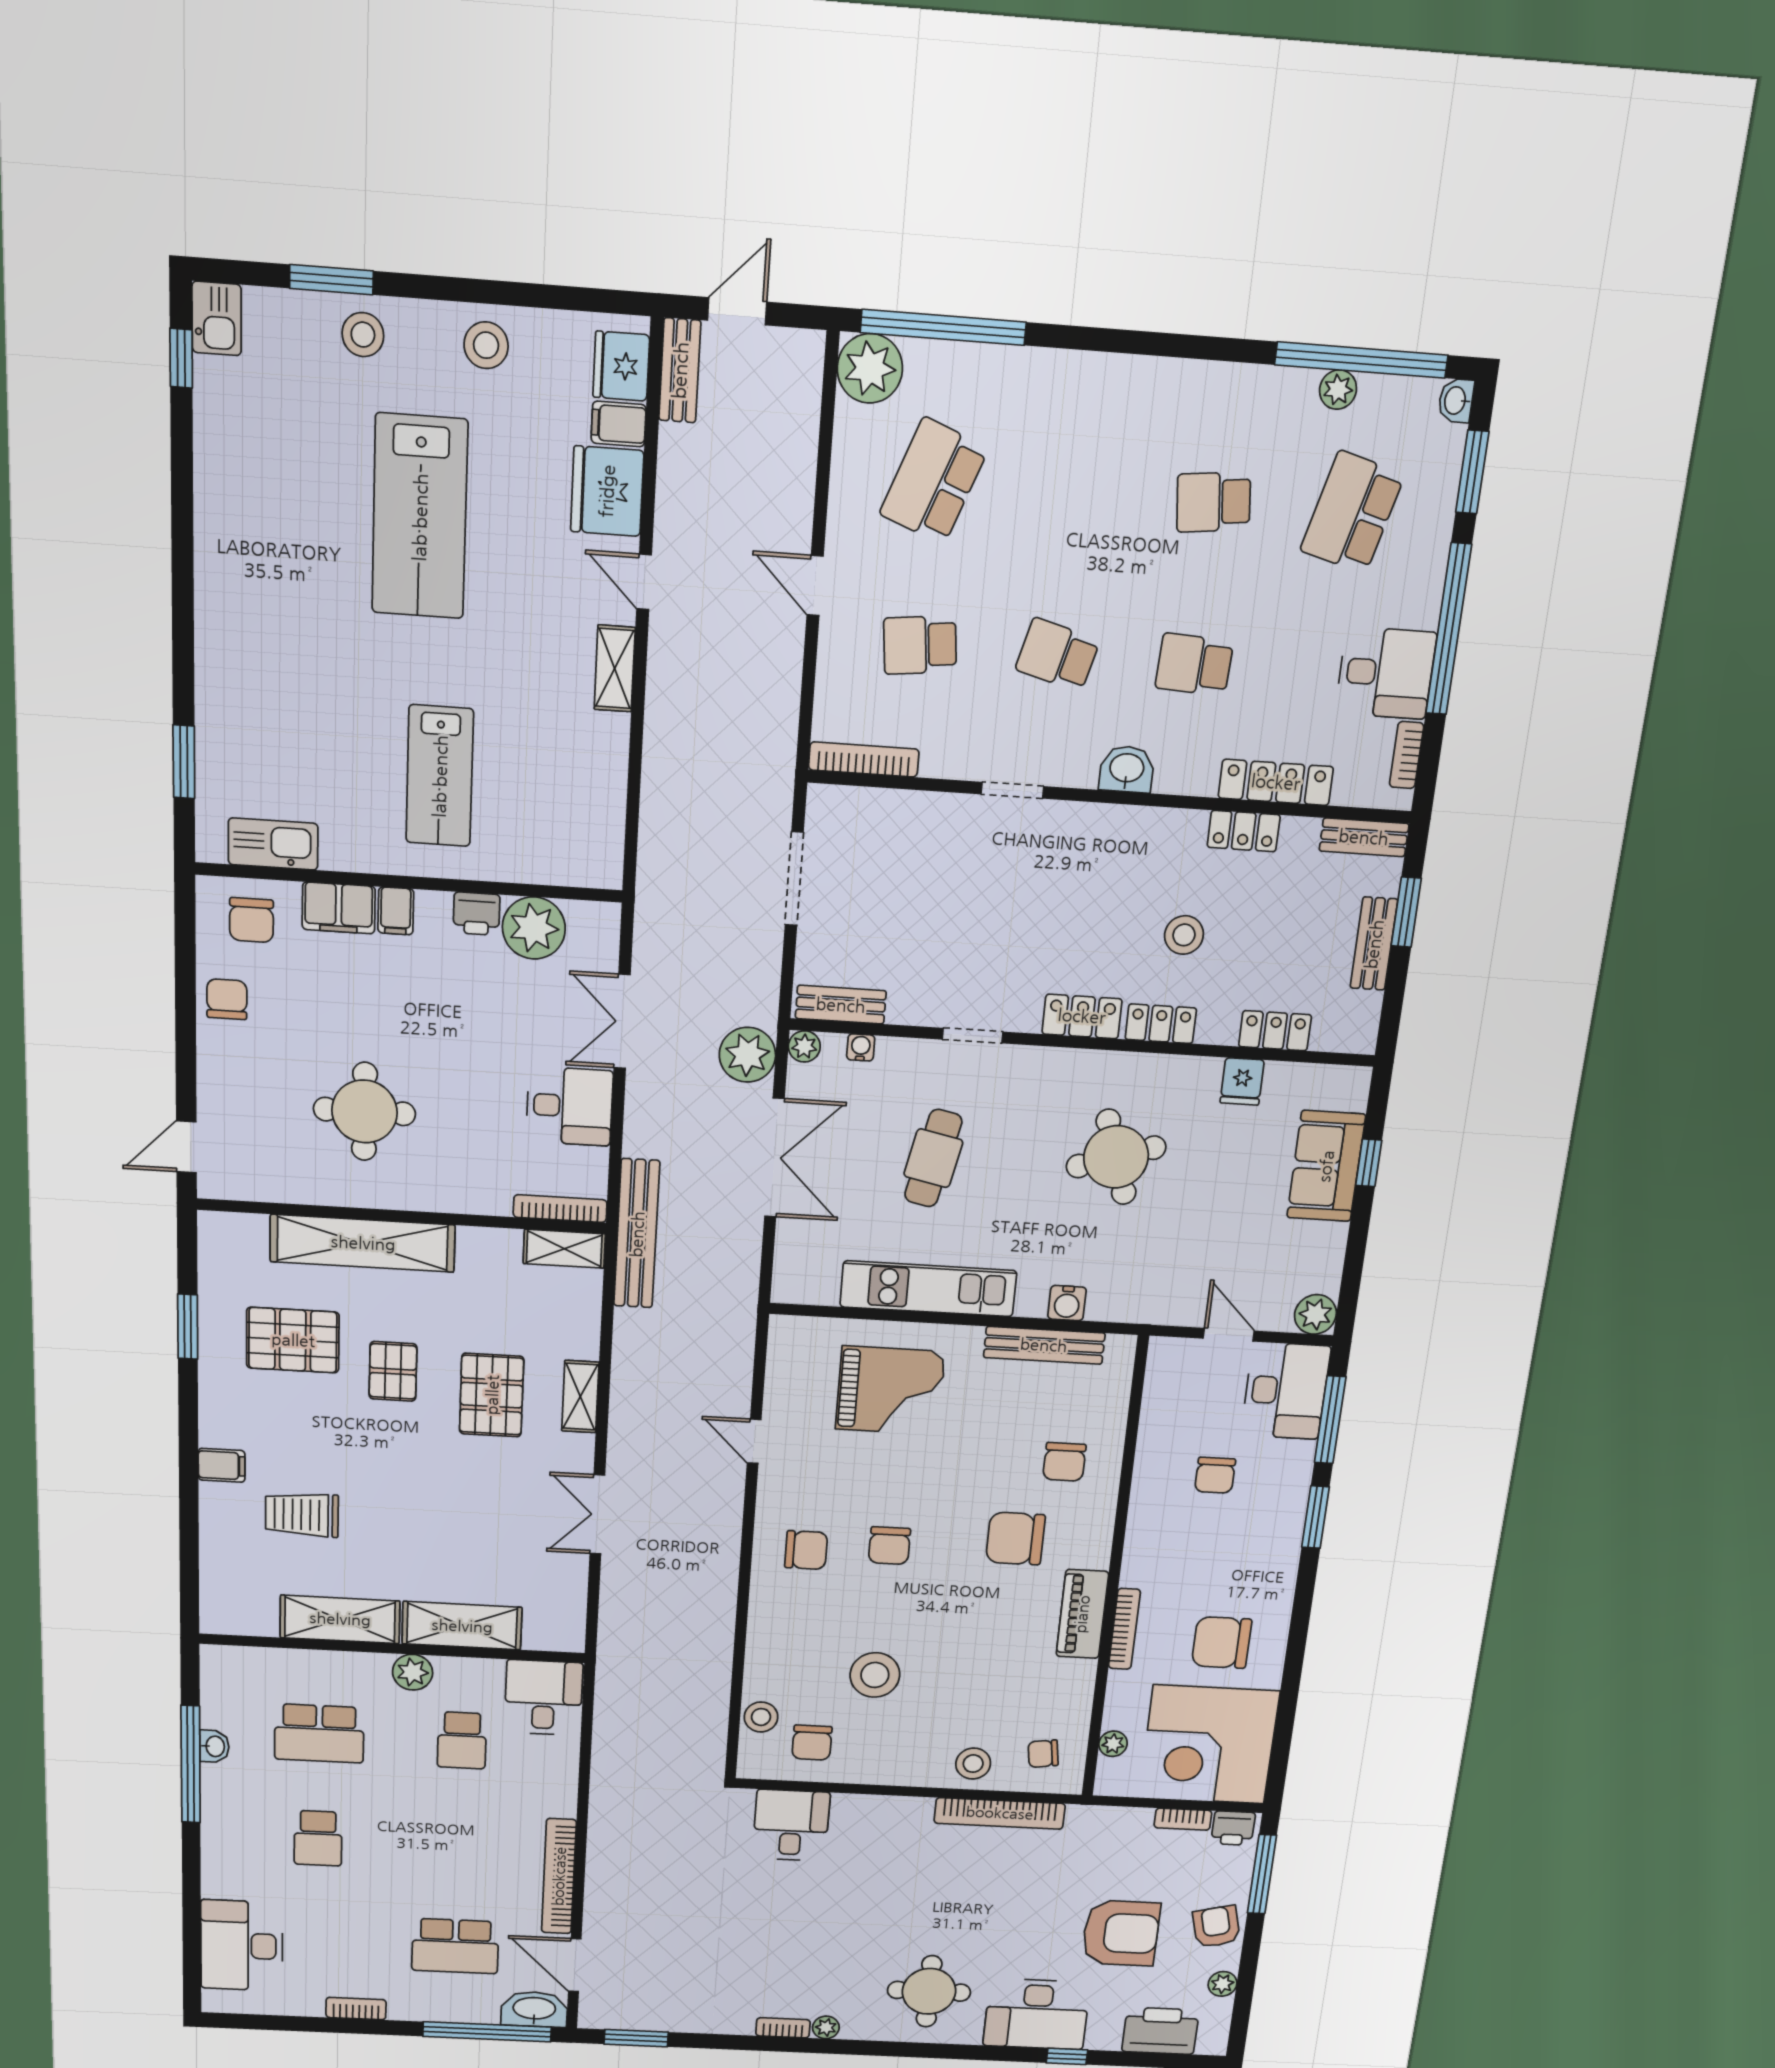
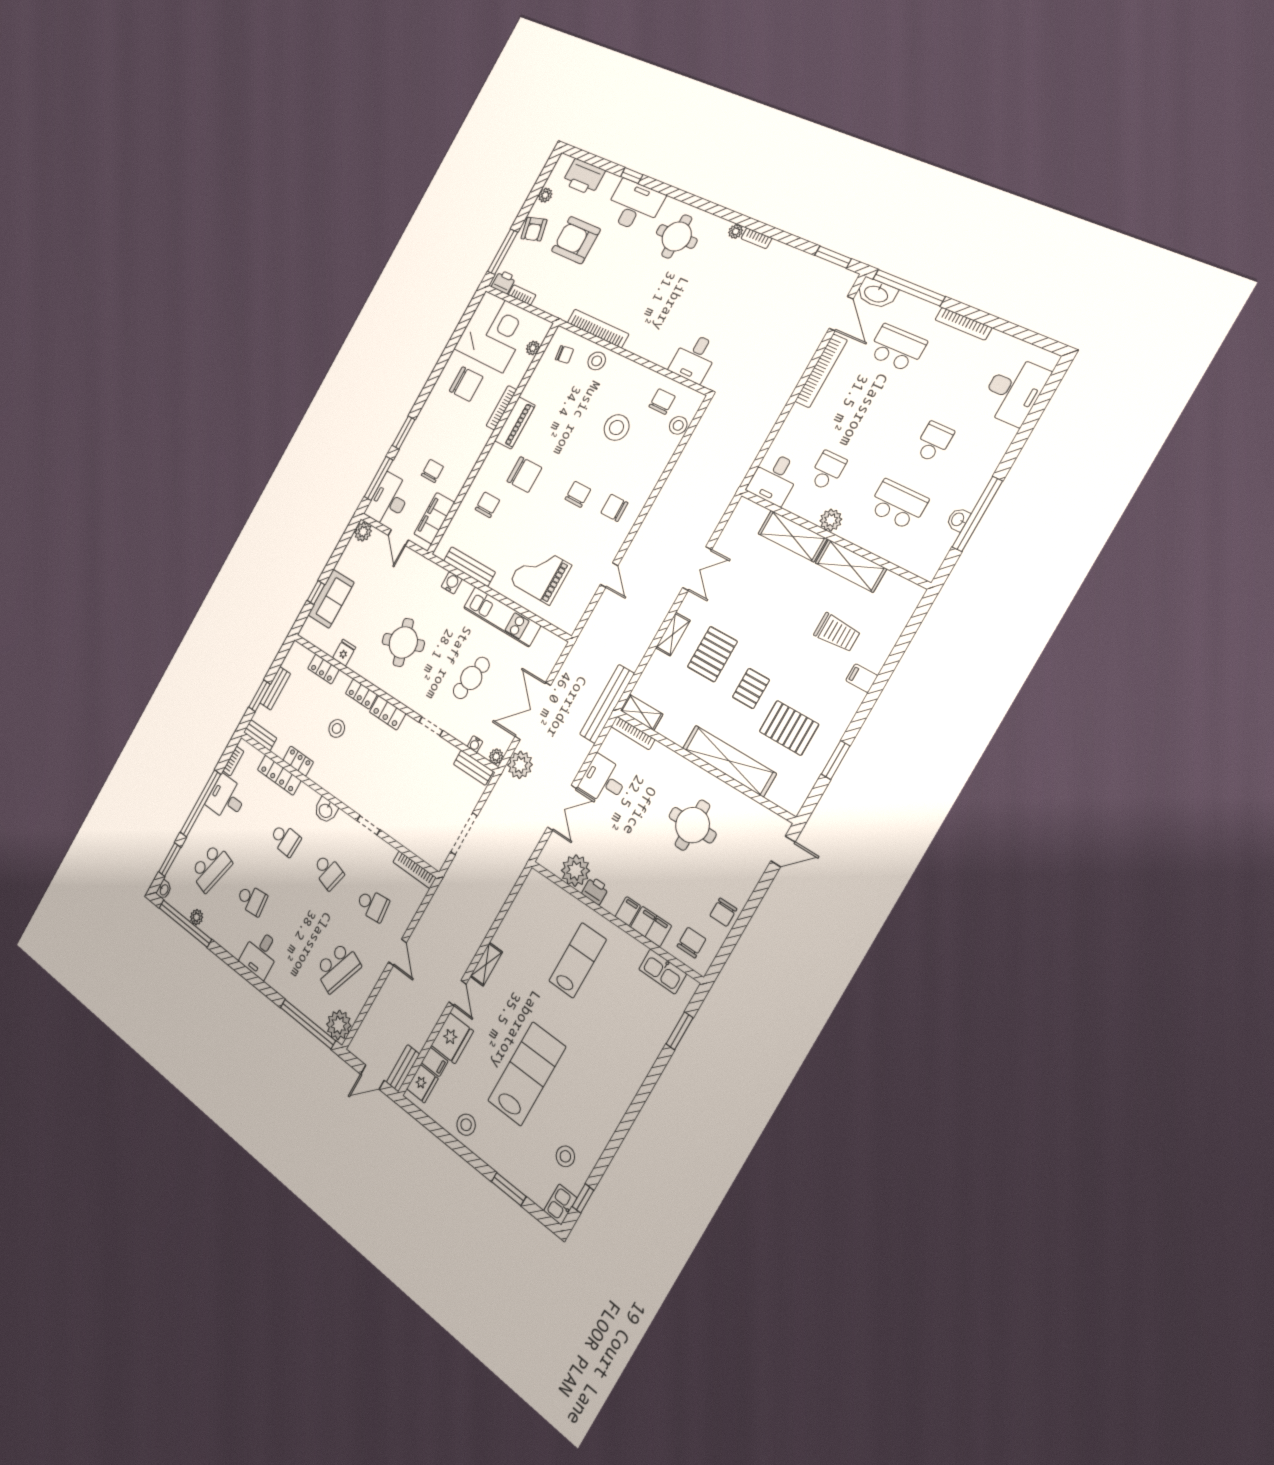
stool: (363, 335) -> (565, 1156), moved
desk: (1134, 403) -> (260, 954), added
filing cabinet: (1167, 1397) -> (434, 518), added
bookcase: (356, 2009) -> (963, 324), width x1.56

